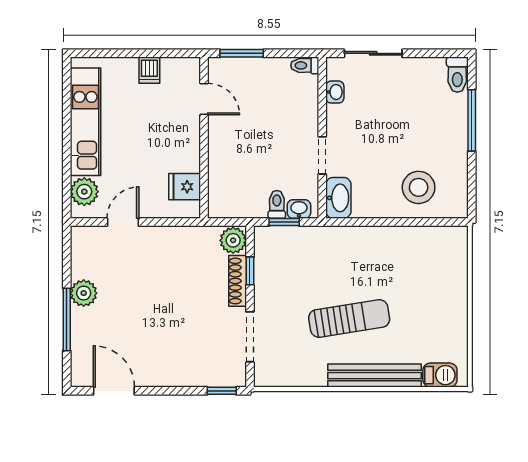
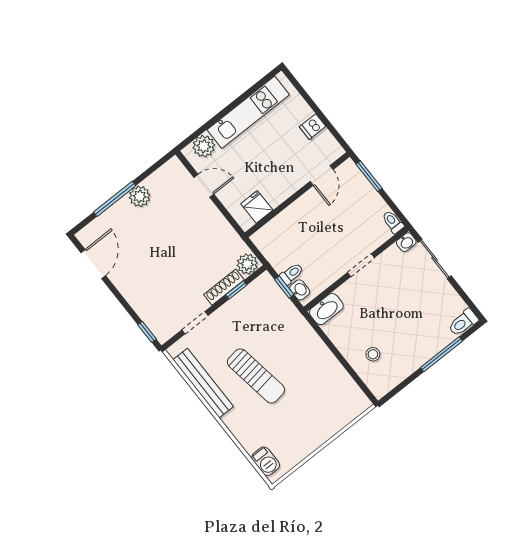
washbasin: (335, 92) -> (406, 242), moved
doorway: (322, 155) -> (361, 265), moved
stool: (419, 187) -> (373, 354), width x0.53, depth x0.53
doorway: (250, 337) -> (195, 323), width x0.73
bench: (374, 376) -> (203, 383), moved

